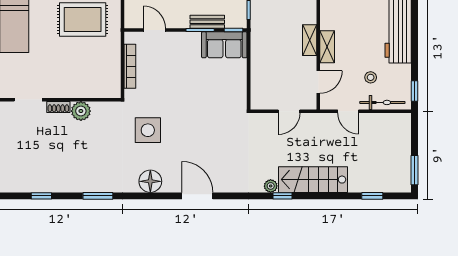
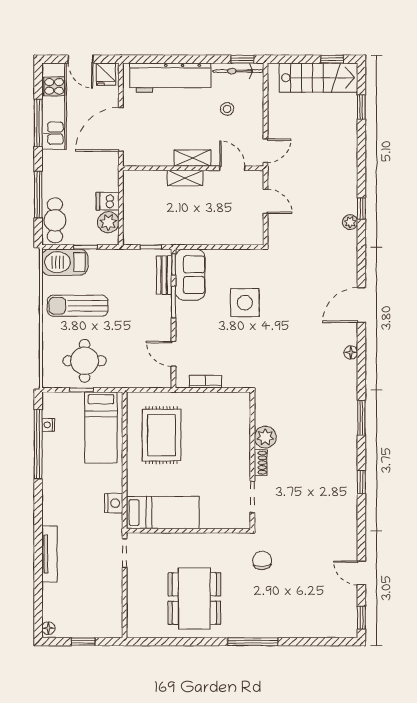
bench: (207, 22) -> (164, 275), moved
door: (154, 30) -> (173, 354), hinge flipped
bookcase: (130, 66) -> (206, 382), width x0.64
bicycle: (382, 102) -> (238, 71), moved, turned -90
door: (348, 111) -> (266, 151), moved
side table: (148, 130) -> (245, 303), moved
window: (414, 170) -> (332, 59), width x0.67
stairs: (313, 180) -> (319, 78), moved, turned -90
floor lamp: (150, 181) -> (351, 352), width x0.53, depth x0.53

